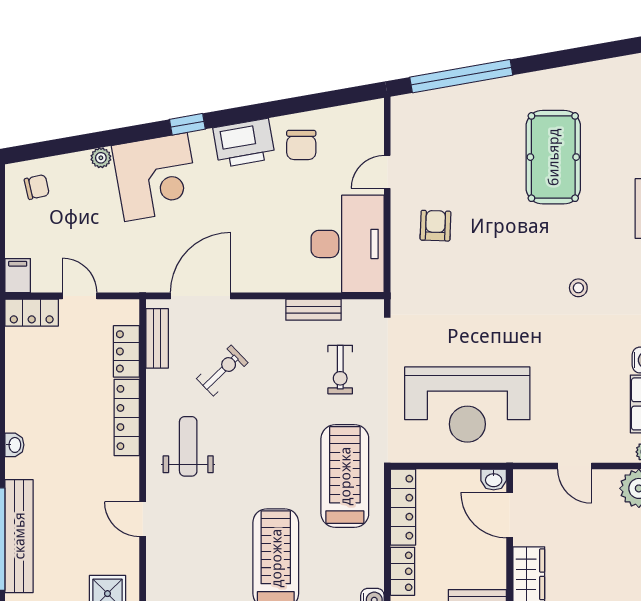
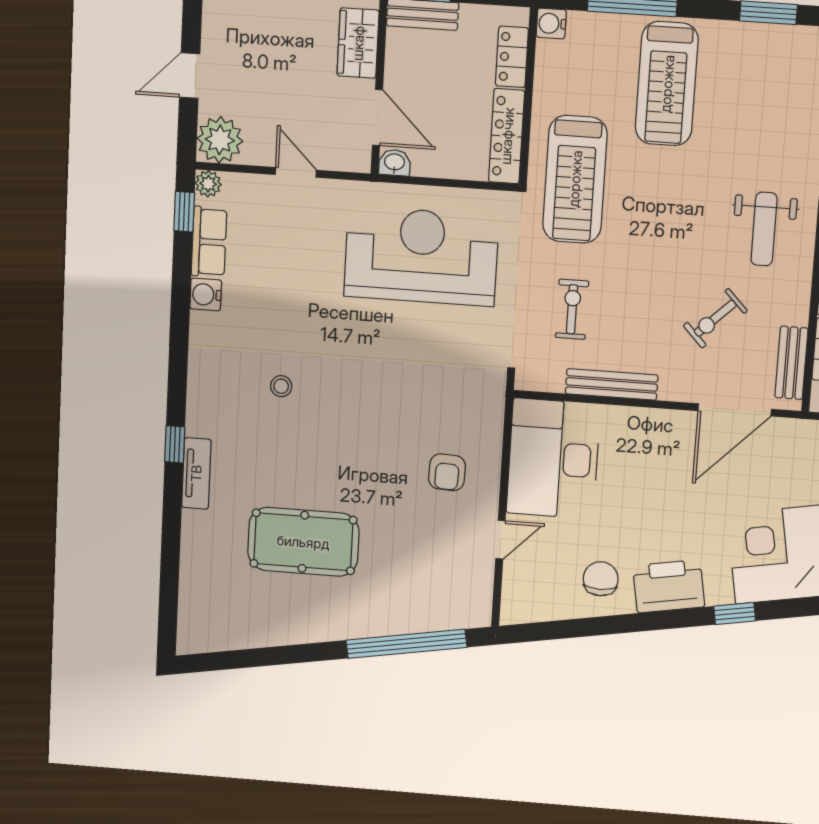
pool table: (553, 157) -> (303, 542), turned 90
bench: (313, 310) -> (612, 384), width x1.36

